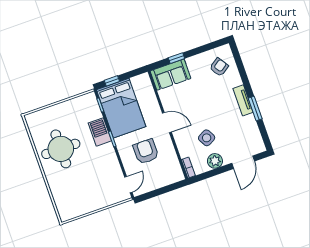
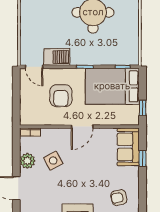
armchair: (219, 67) -> (119, 198), turned 110
window: (112, 81) -> (143, 108), moved
barbecue: (100, 132) -> (57, 57), moved
armchair: (146, 151) -> (61, 96), turned 90

